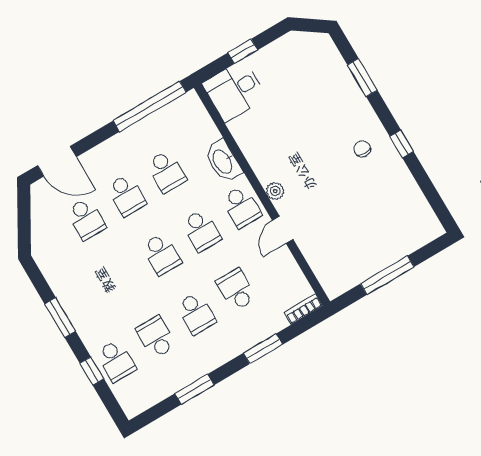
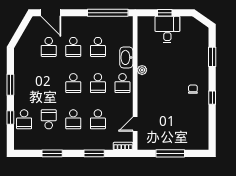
desk: (235, 91) -> (167, 29), moved, turned 90
plant: (275, 191) -> (142, 70), moved
door: (283, 230) -> (135, 124), moved
school desk: (236, 290) -> (98, 119), turned 180

